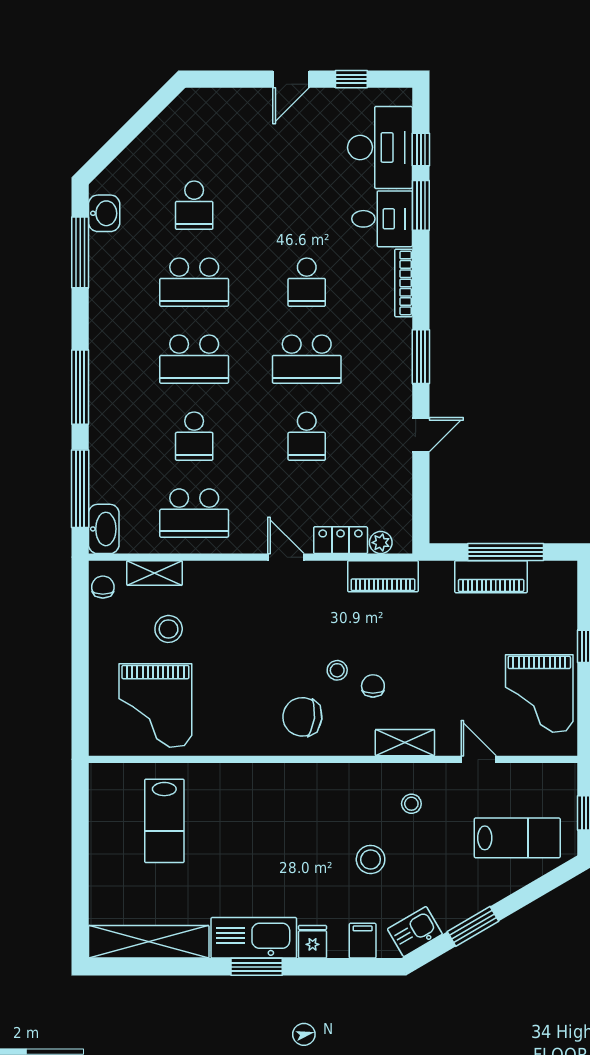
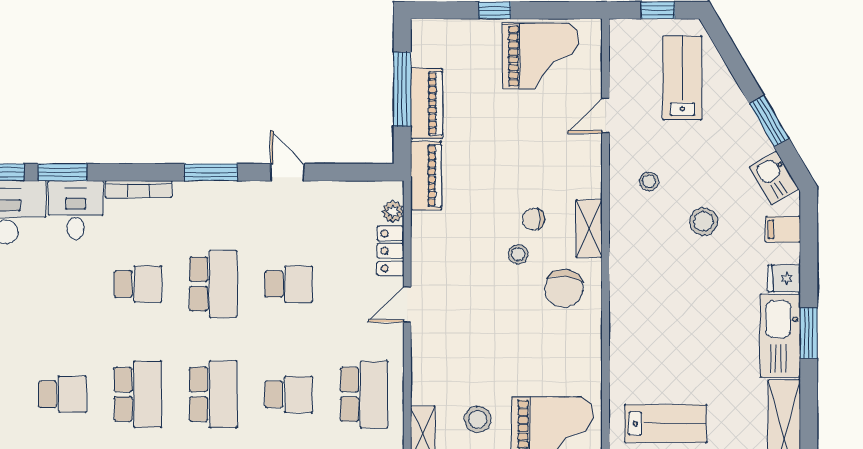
piano: (383, 576) -> (426, 175), moved
shelving: (405, 743) -> (589, 229), moved

